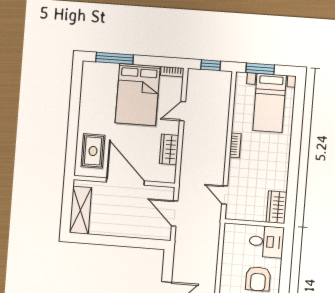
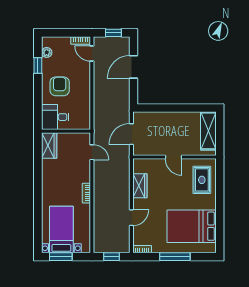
window: (115, 58) -> (175, 257), moved
window: (260, 69) -> (61, 257), moved
bed: (138, 95) -> (192, 226), moved, turned -90
door: (125, 182) -> (174, 157), width x0.53
door: (175, 213) -> (131, 134), swing flipped

